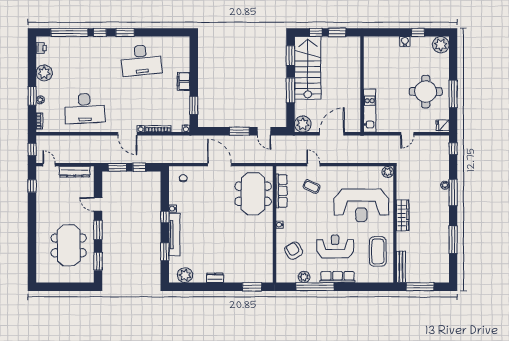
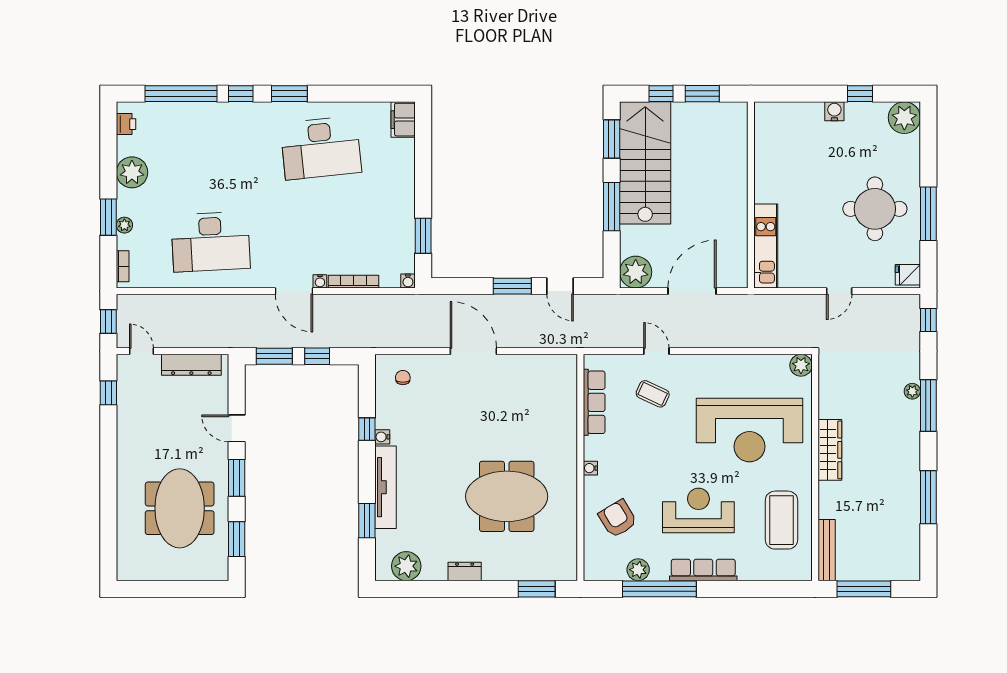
filing cabinet: (183, 81) -> (403, 120), moved
meeting table: (253, 194) -> (507, 496), moved, turned 90
window: (165, 217) -> (367, 429), moved

